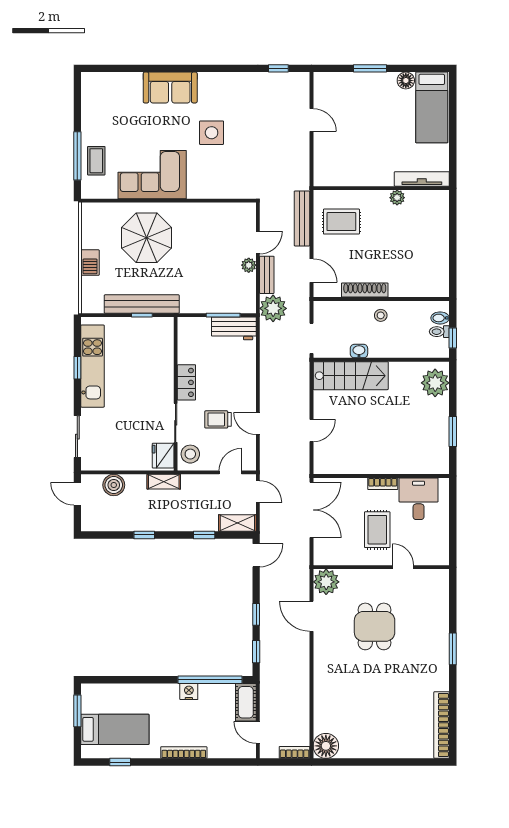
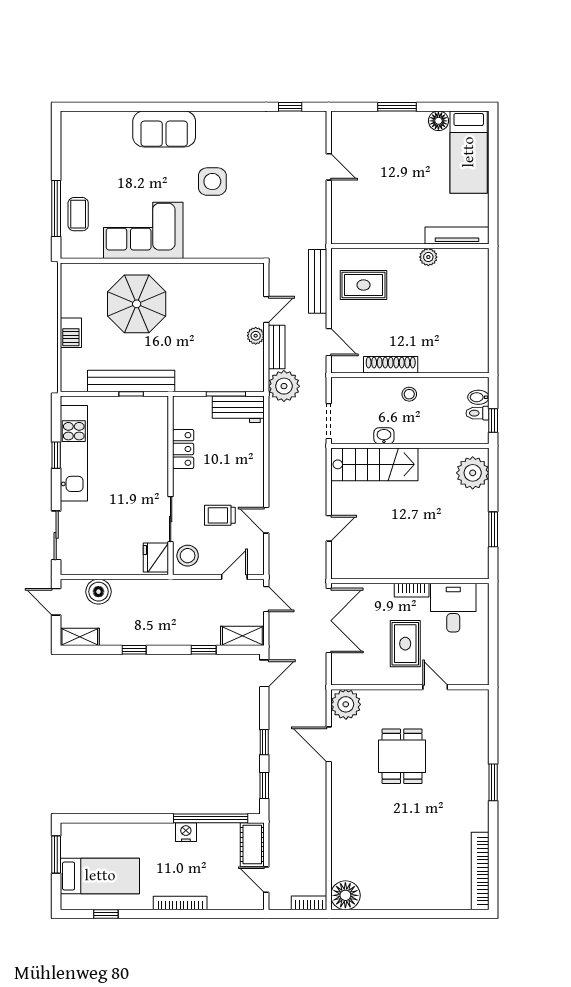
locker: (186, 382) -> (183, 449), moved
shelving: (164, 482) -> (80, 637), moved

